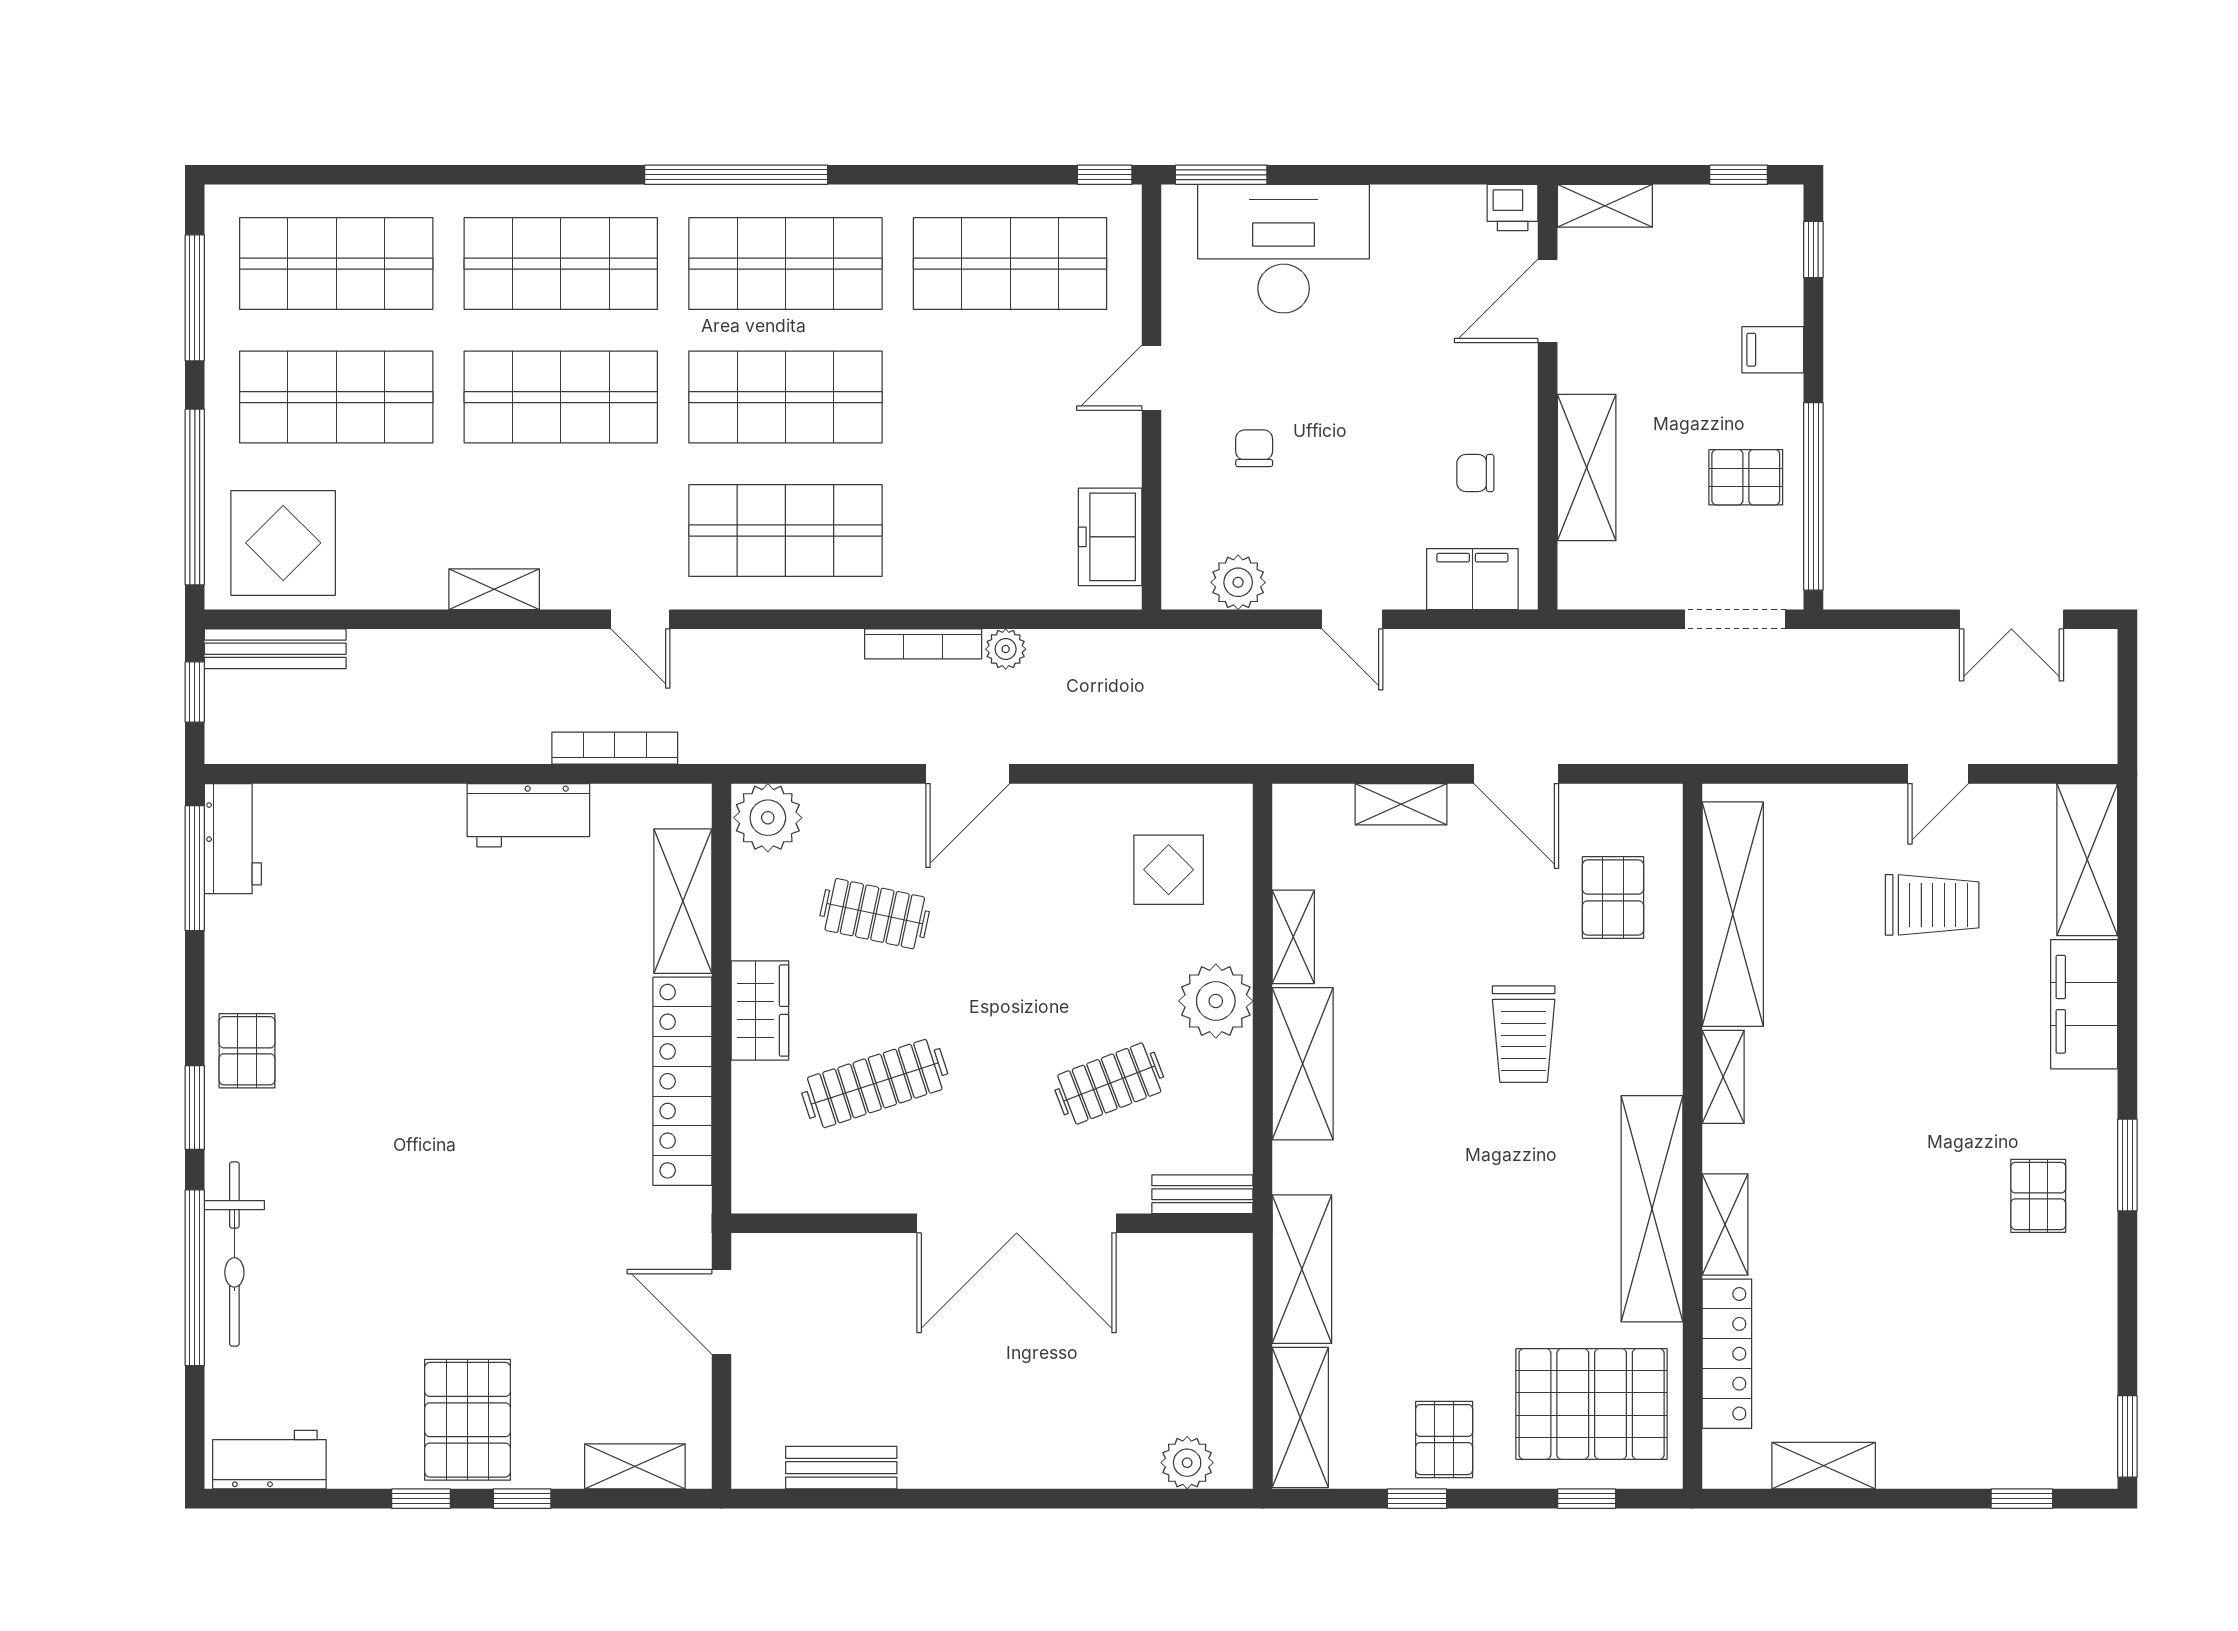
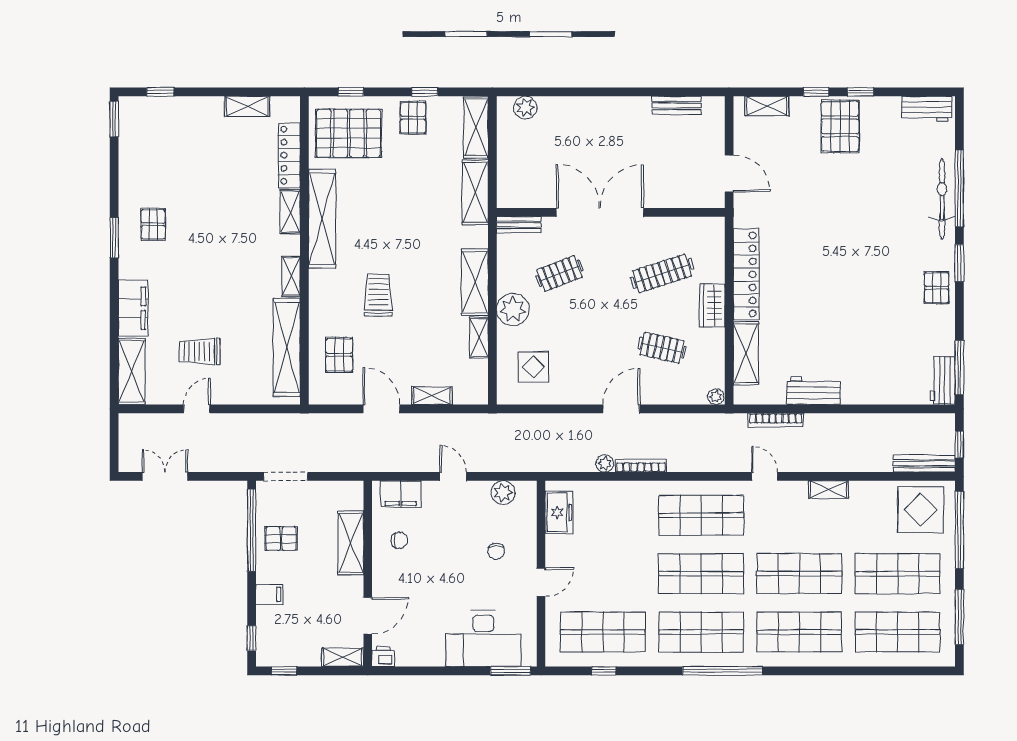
window: (1105, 175) -> (604, 671), moved
plant: (768, 818) -> (716, 397), width x0.53, depth x0.53

